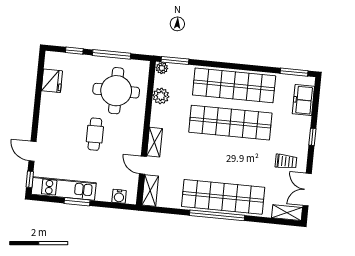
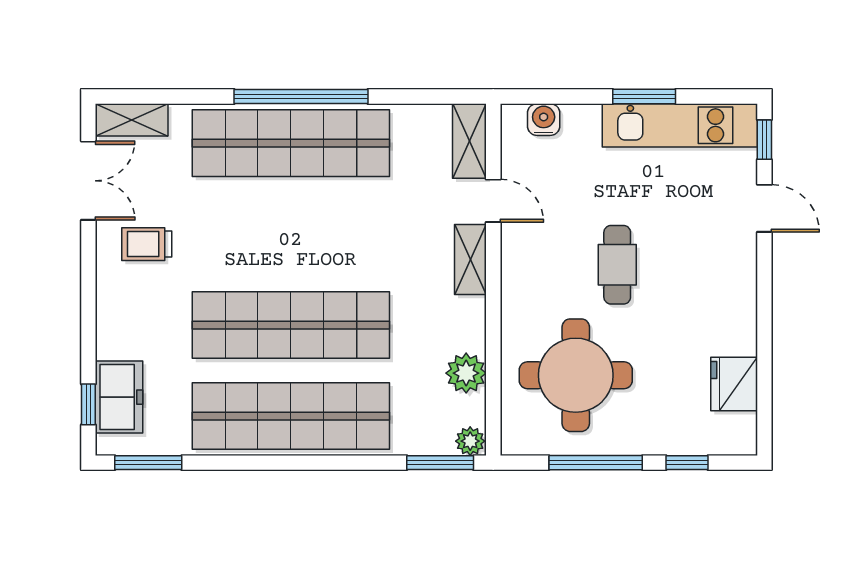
window: (312, 137) -> (88, 404), moved

